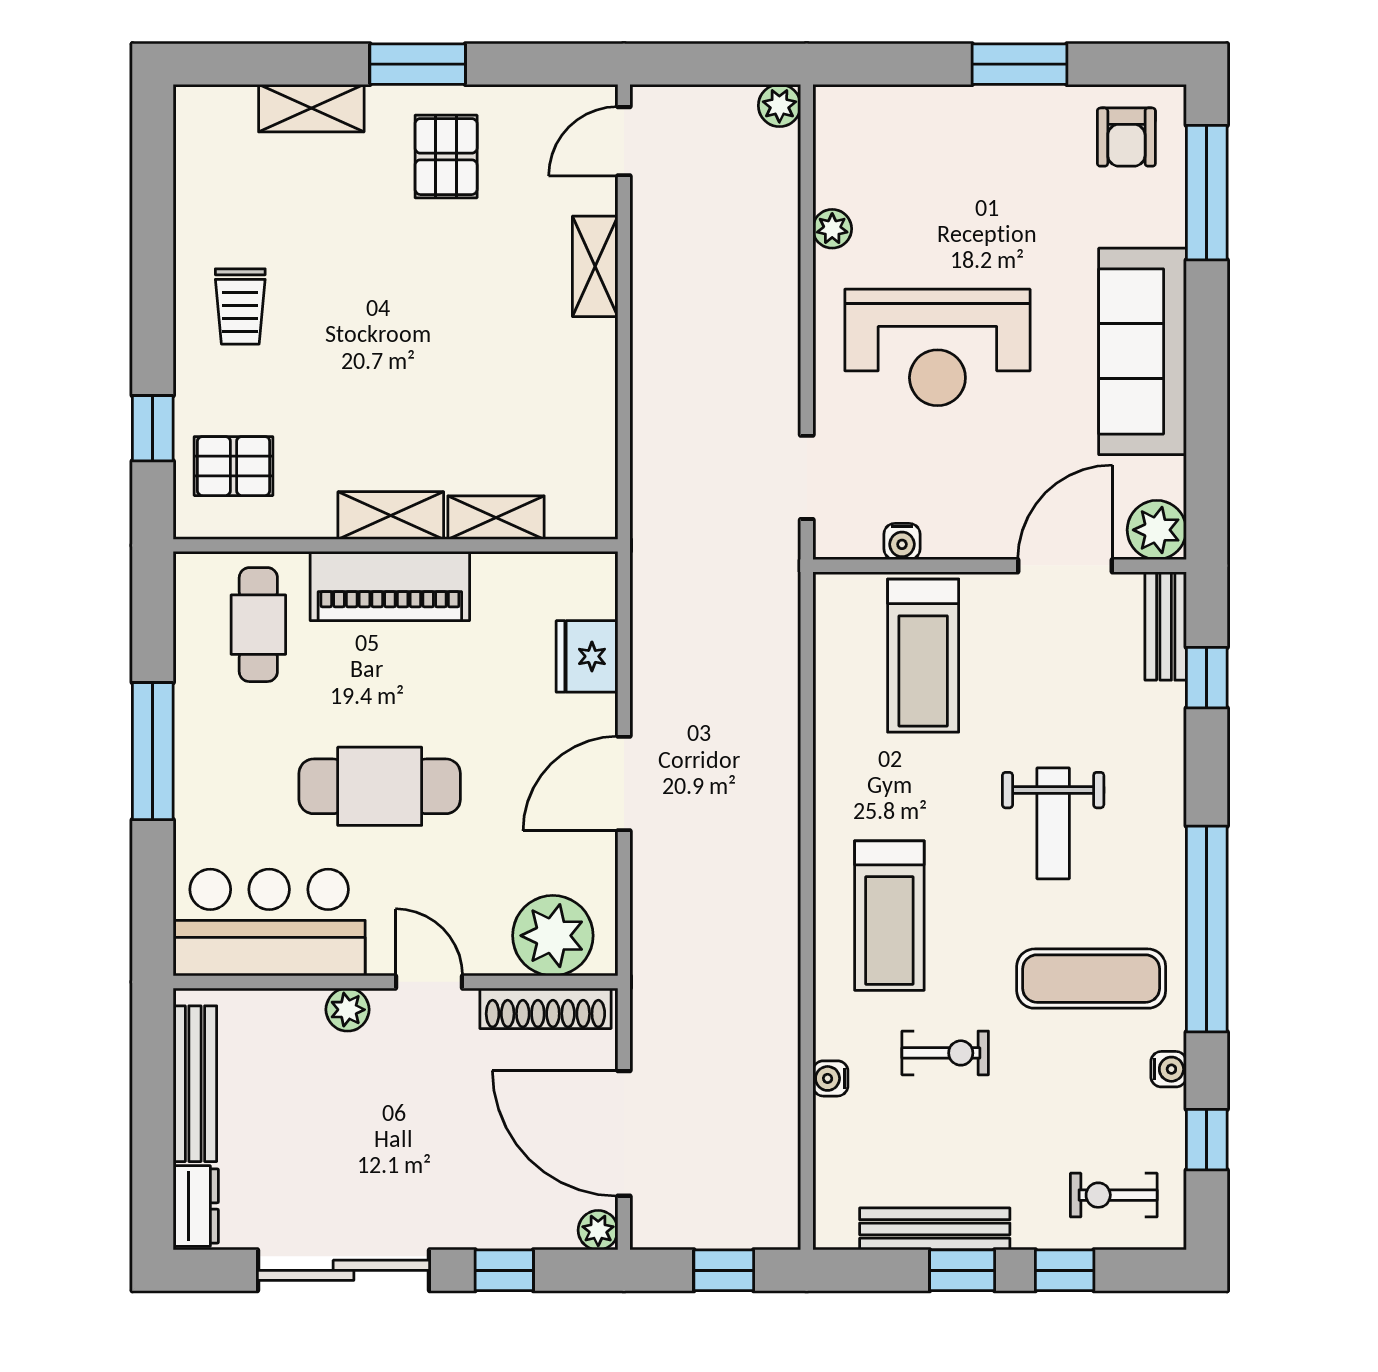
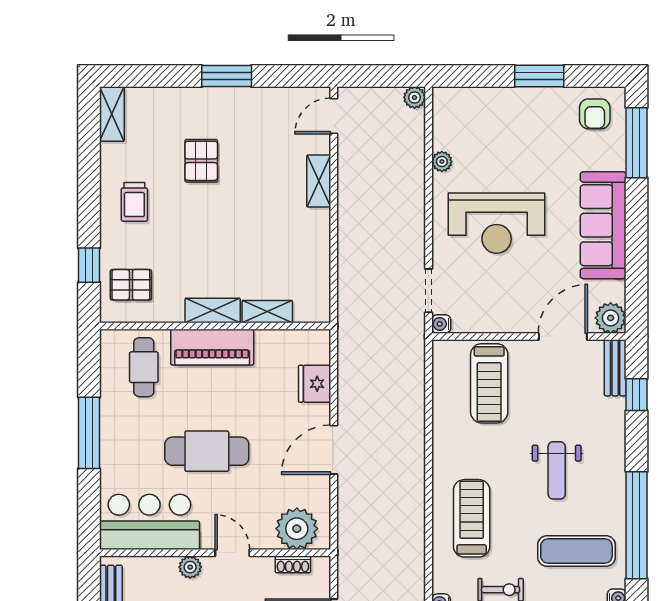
shelving: (311, 108) -> (112, 114), moved, turned 90
pallet: (446, 157) -> (201, 161), moved
water cooler: (902, 541) -> (441, 324), moved, turned 90
treadmill: (889, 916) -> (472, 518), turned 180
shoe rack: (545, 1008) -> (293, 564), width x0.51, depth x0.81

